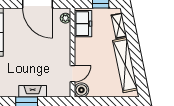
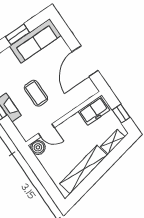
plant: (65, 18) -> (89, 93), removed
coffee table: (36, 61) -> (36, 93), added

